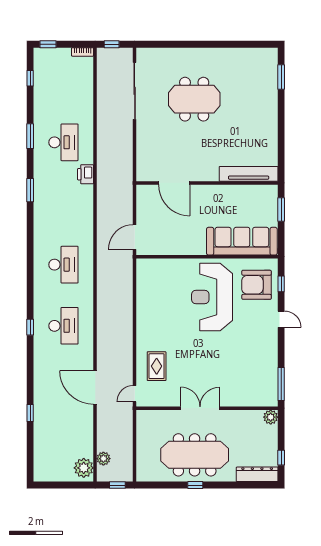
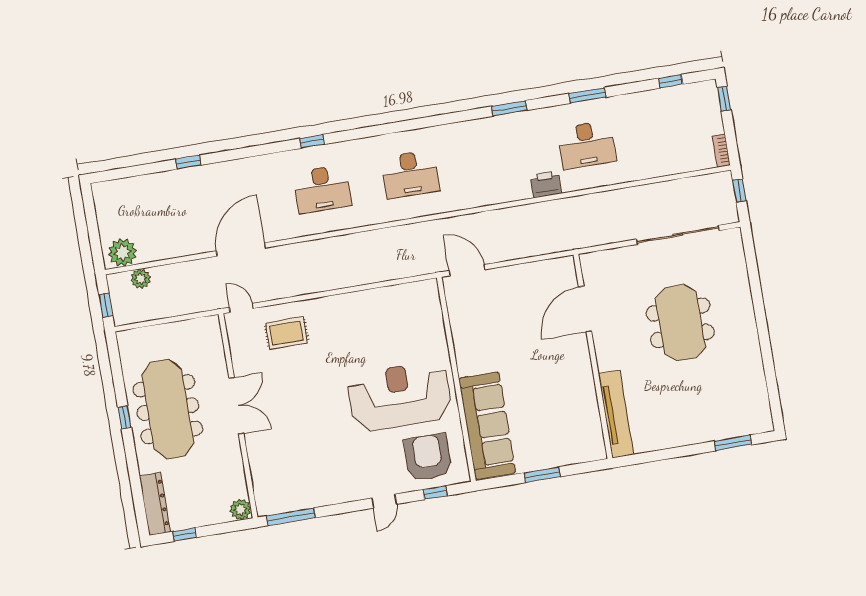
tv unit: (249, 174) -> (616, 414), moved
door: (174, 183) -> (585, 309), moved
wall: (207, 183) -> (593, 356), moved

